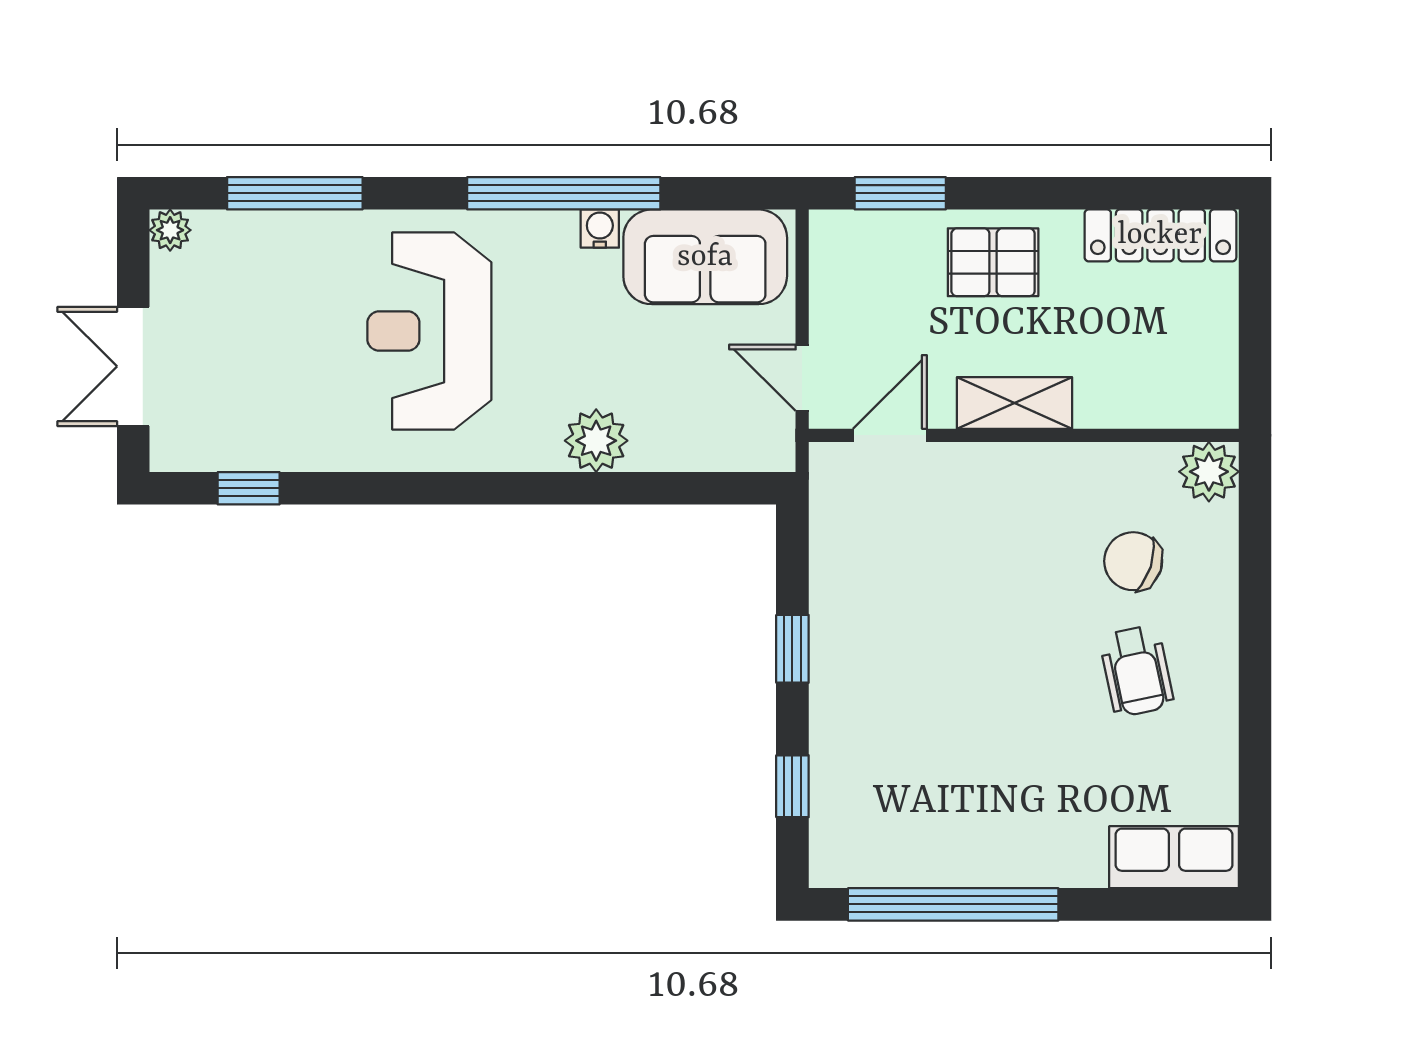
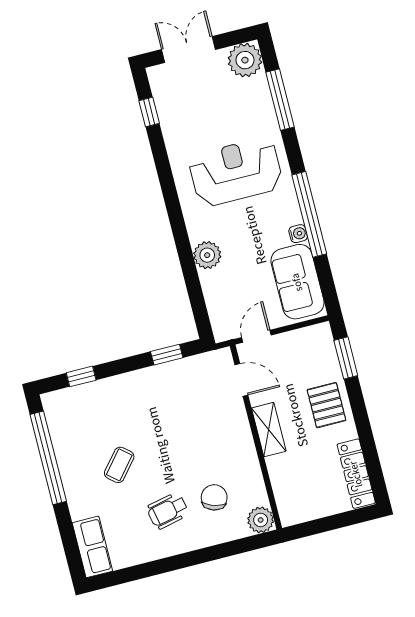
plant: (170, 230) -> (245, 60), width x1.88, depth x1.88
window: (792, 649) -> (167, 355), moved
coffee table: (1008, 752) -> (119, 465), added

